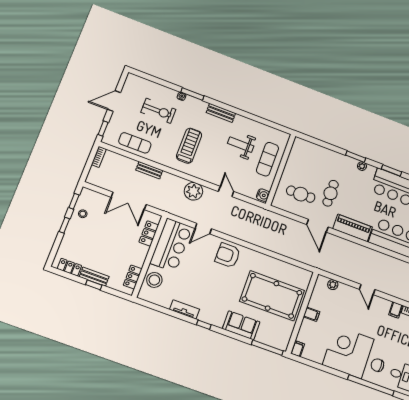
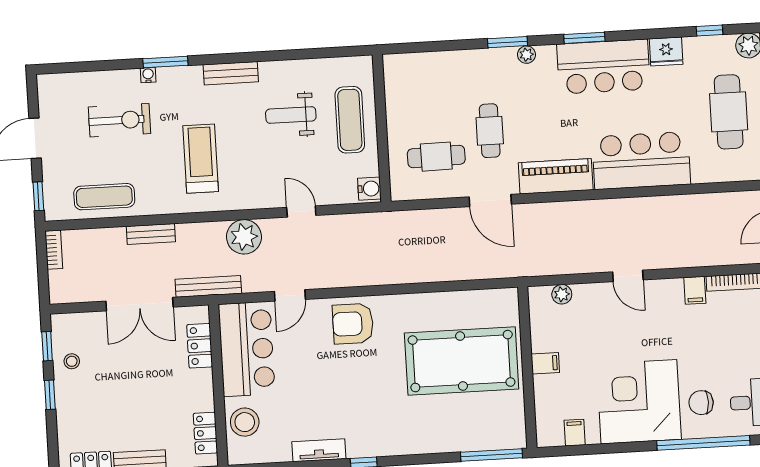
bench: (166, 207) -> (208, 286), added
sofa: (241, 325) -> (429, 436), removed
filing cabinet: (297, 349) -> (575, 433), moved

